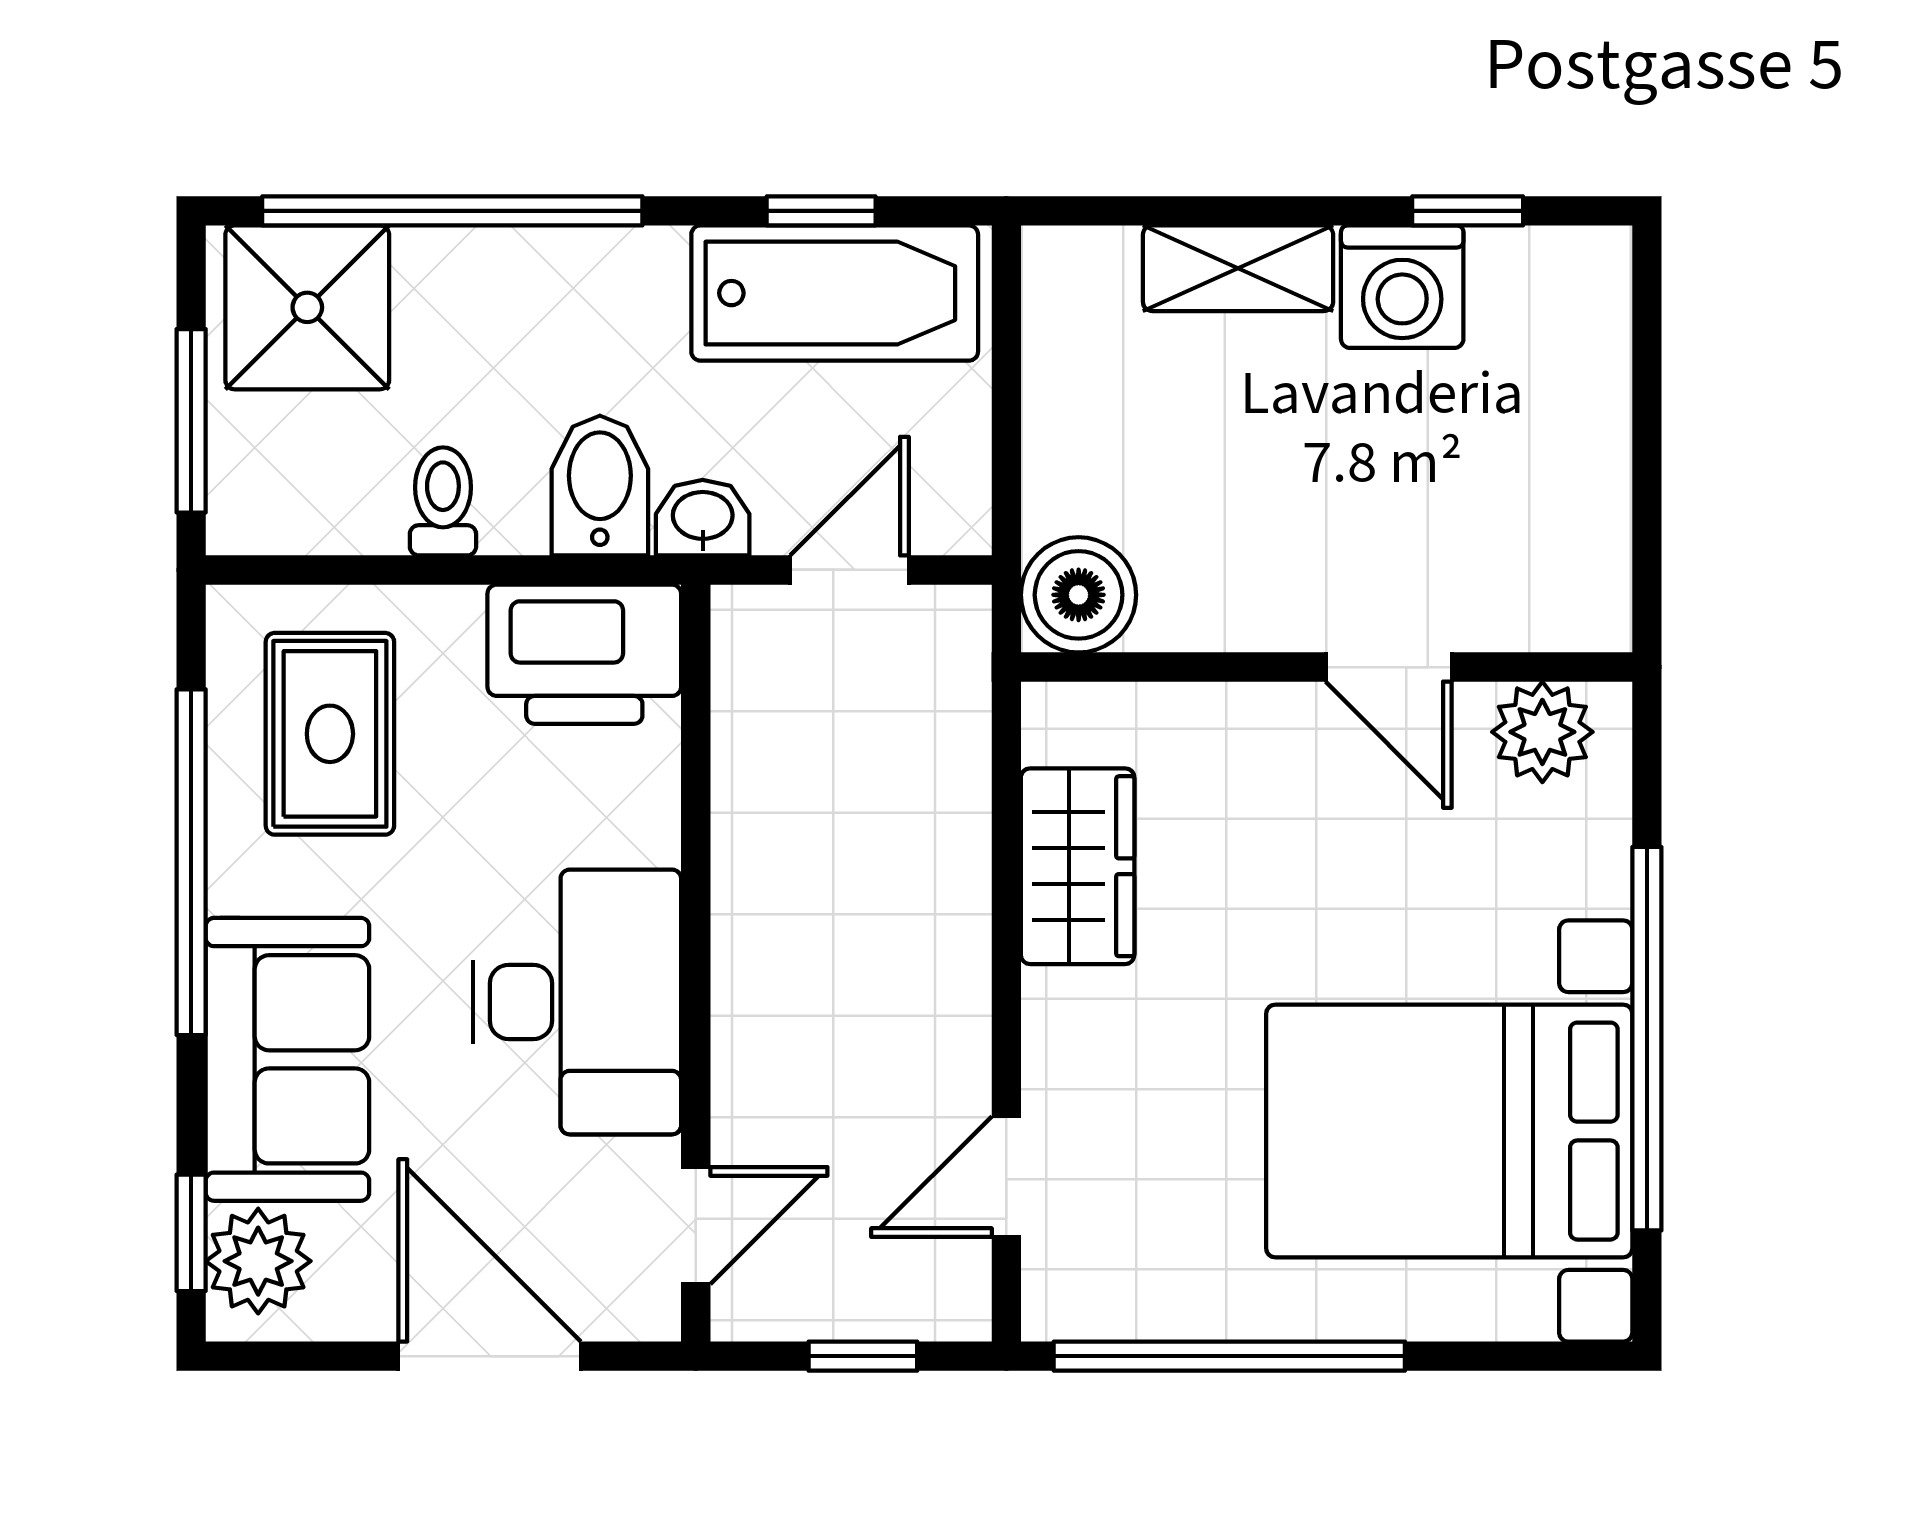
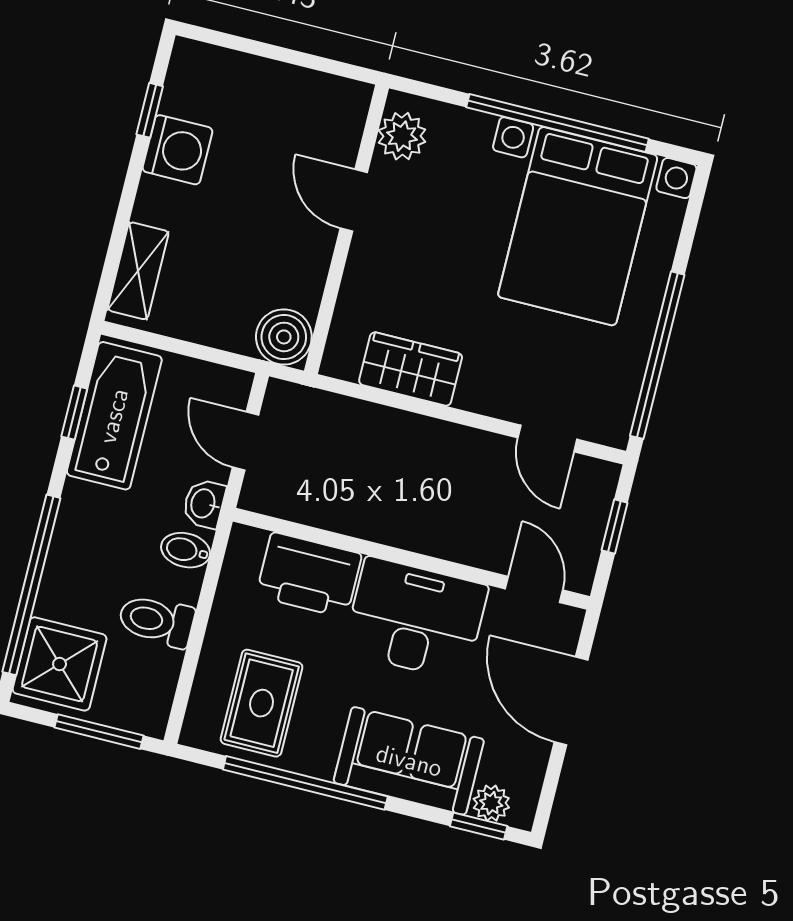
shelving: (1238, 268) -> (138, 271), moved
bidet: (600, 485) -> (186, 550), width x0.72, depth x0.74
toilet: (443, 501) -> (156, 621), width x1.37, depth x1.39
printer: (584, 654) -> (309, 575), moved, turned 90
door: (1389, 667) -> (354, 200), swing flipped
rug: (330, 734) -> (262, 703), turned 90
plant: (258, 1261) -> (491, 803), width x0.73, depth x0.73
door: (490, 1356) -> (571, 701), hinge flipped

